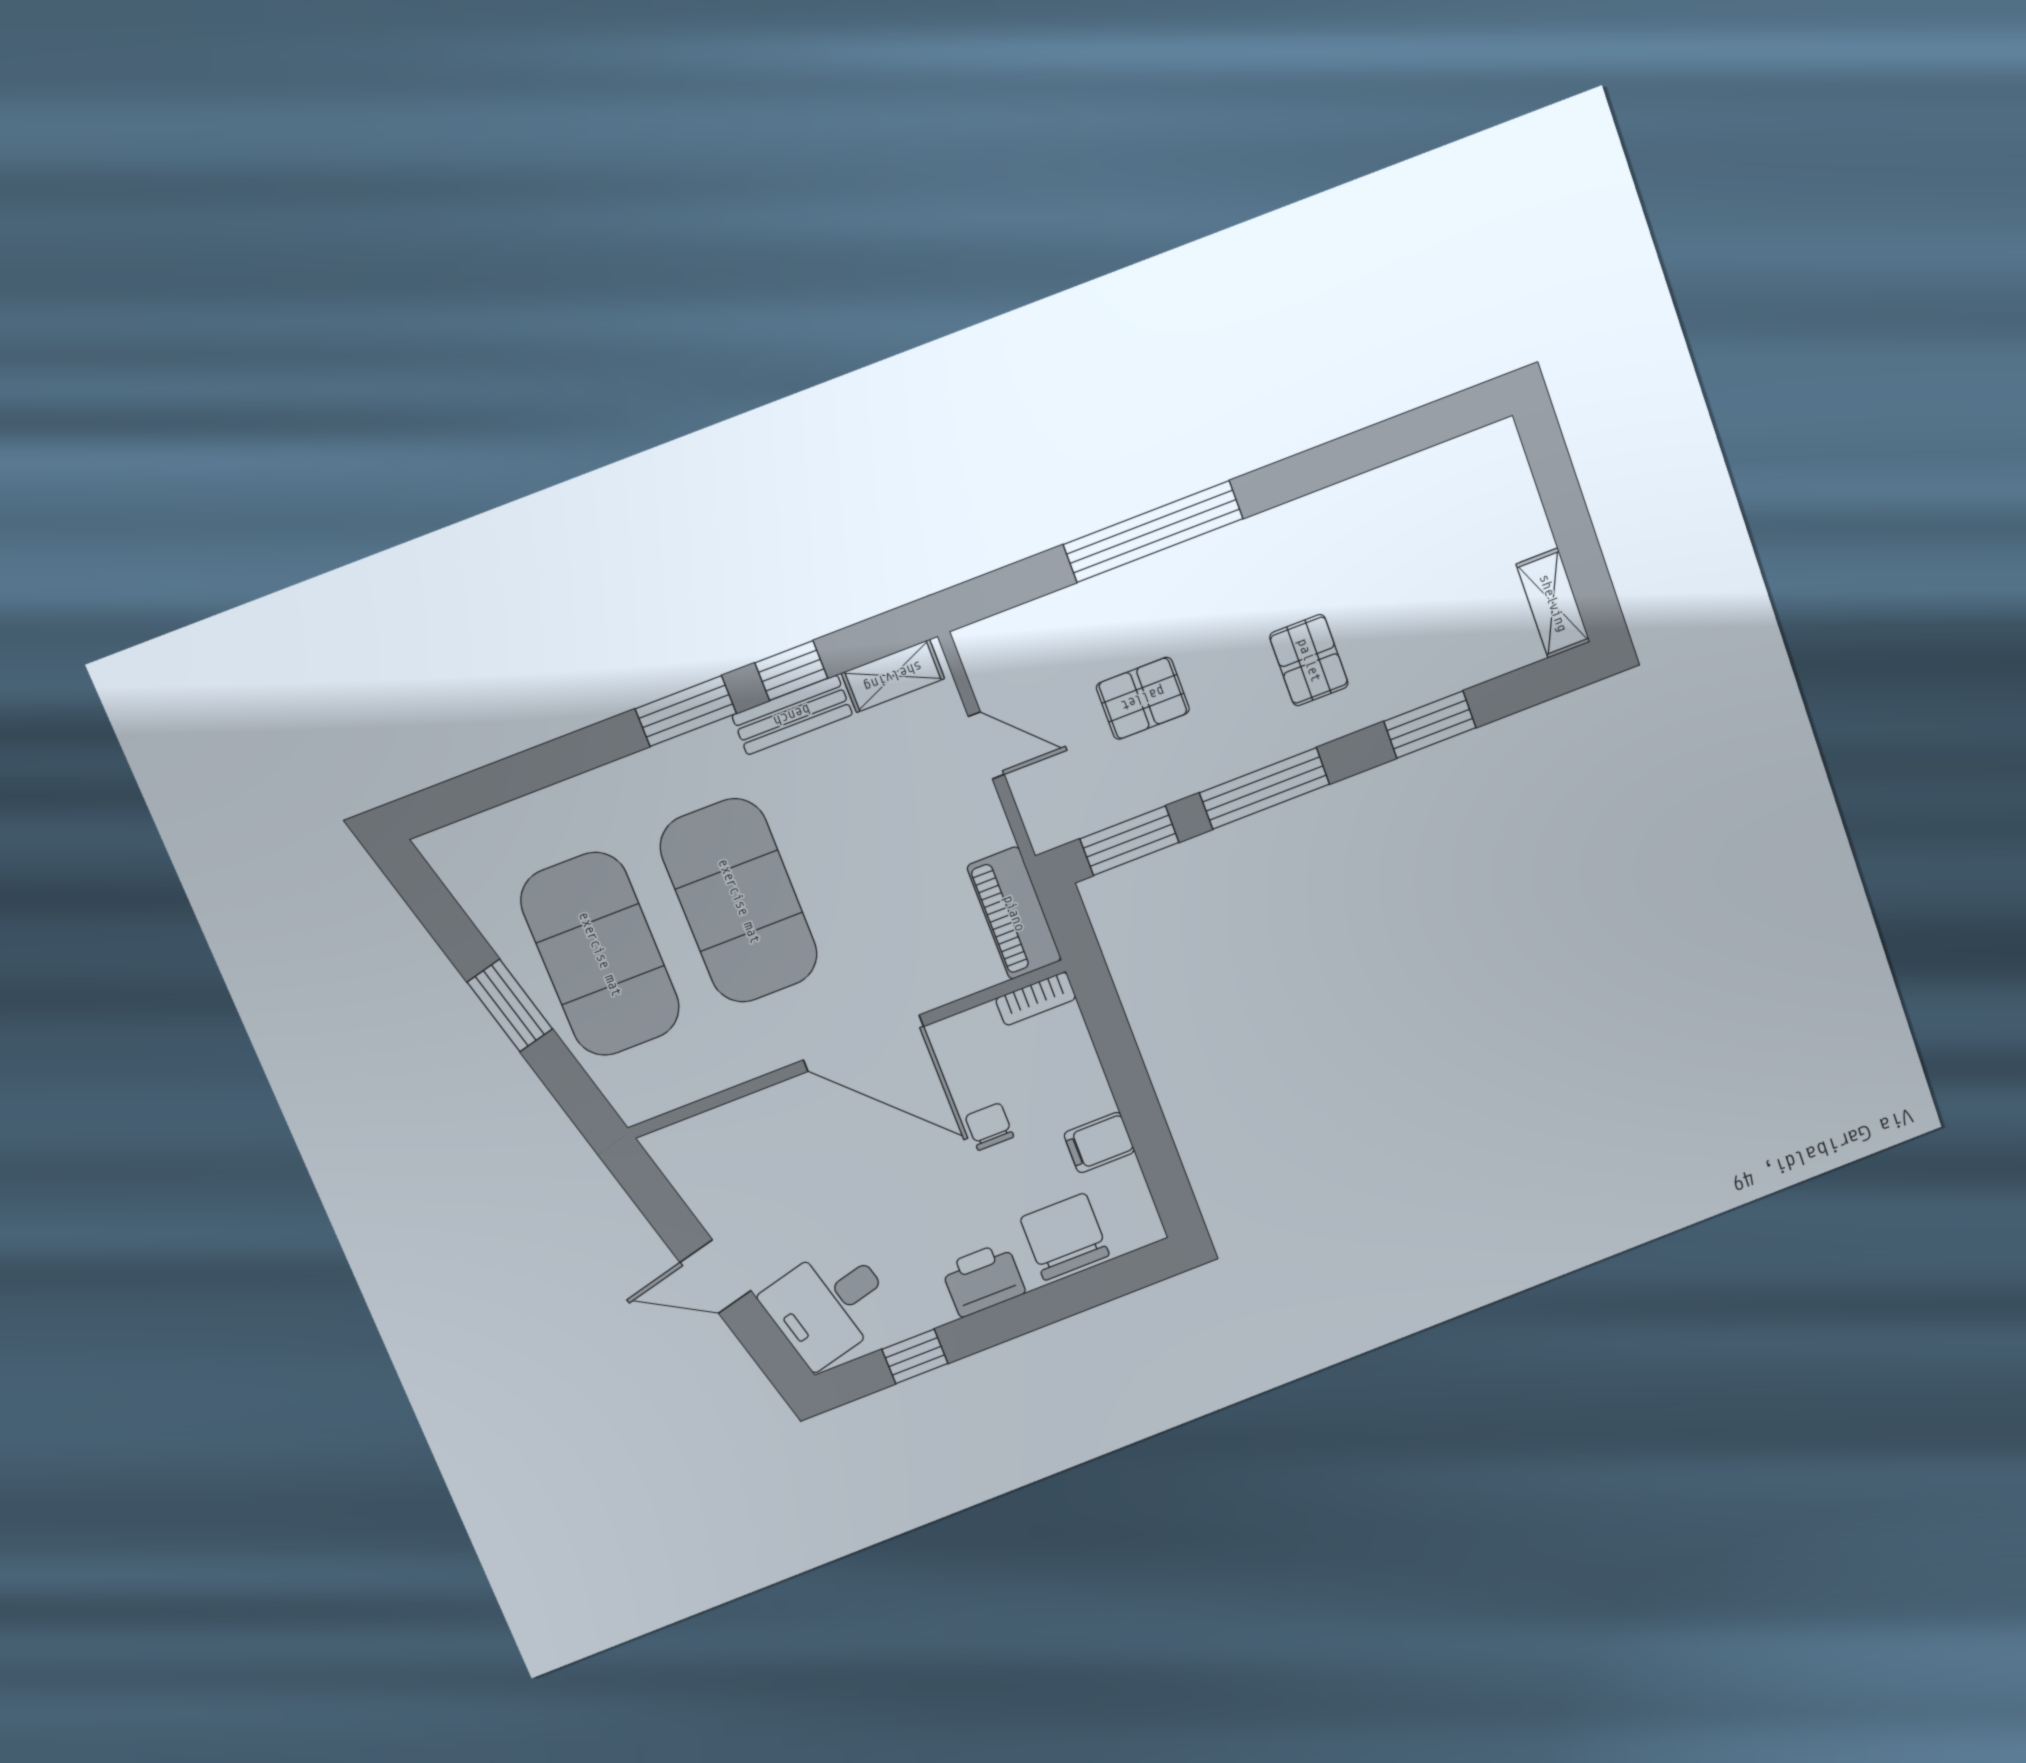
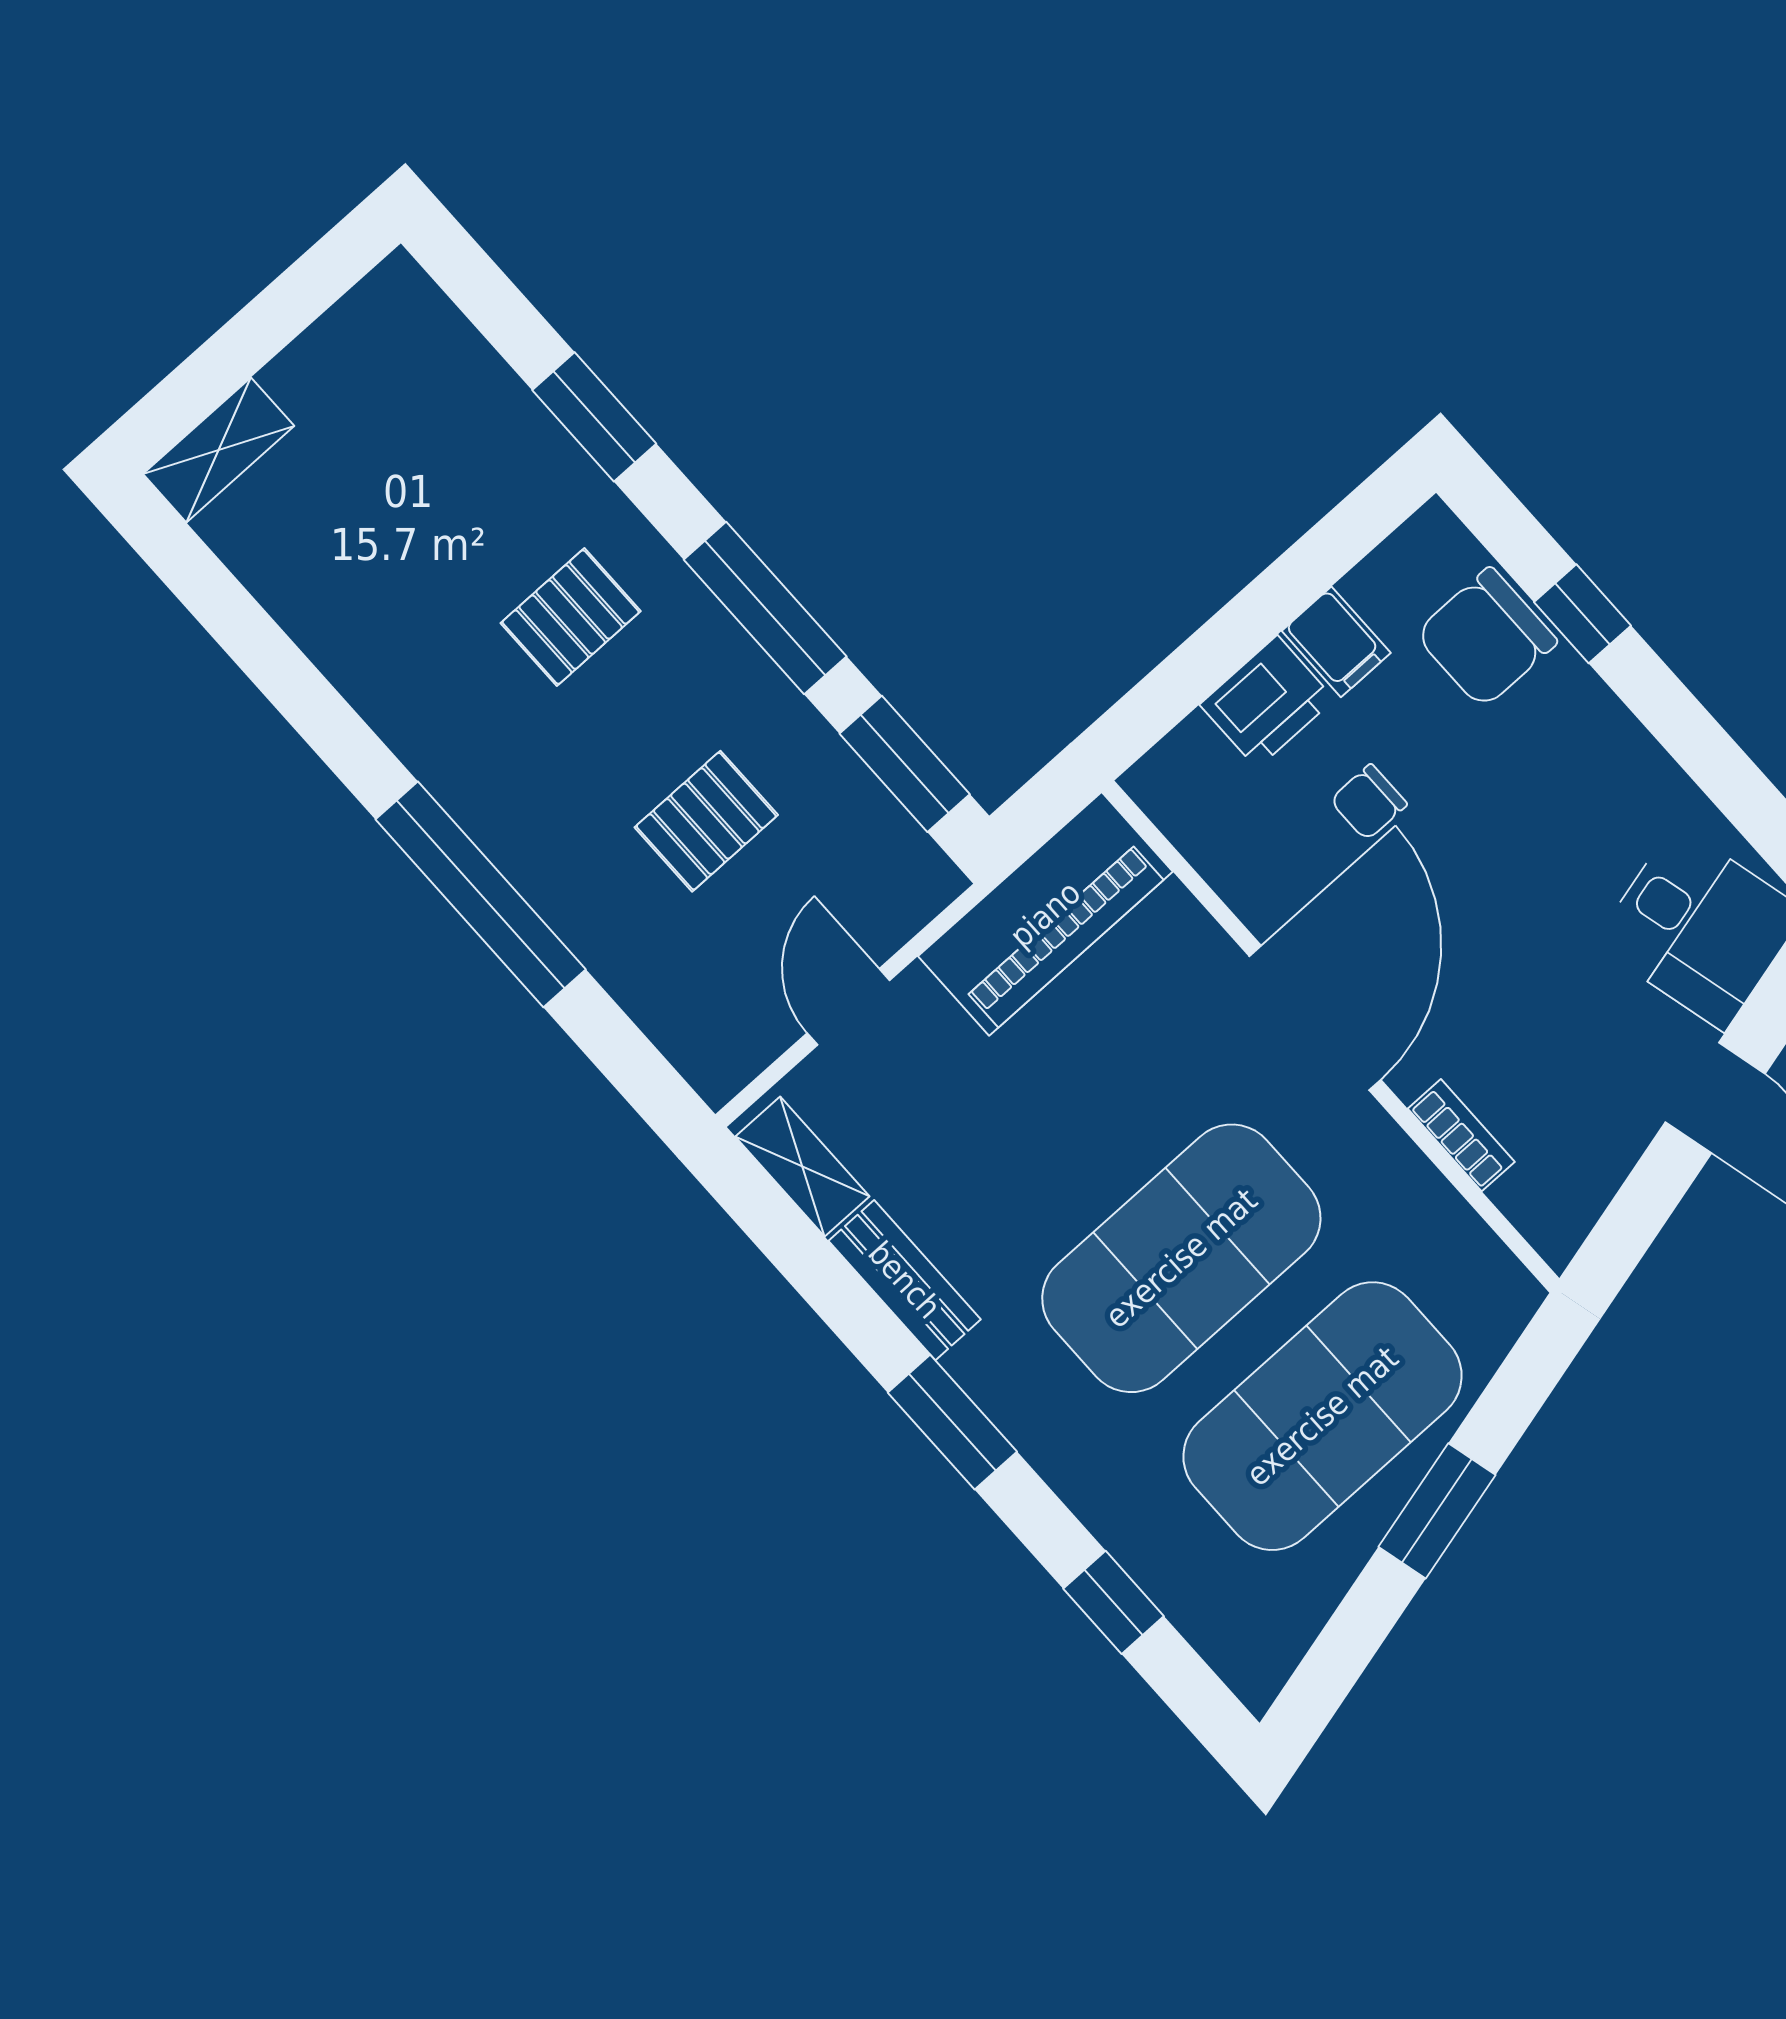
shelving: (1553, 603) -> (219, 450), moved
window: (791, 671) -> (1114, 1602), moved
pallet: (1143, 698) -> (706, 821), turned 90
piano: (1014, 913) -> (1045, 914), width x1.37, depth x1.33
bookcase: (1036, 999) -> (1461, 1135), moved
printer: (983, 1280) -> (1267, 702), moved, turned -90
window: (915, 1356) -> (1583, 614), moved

